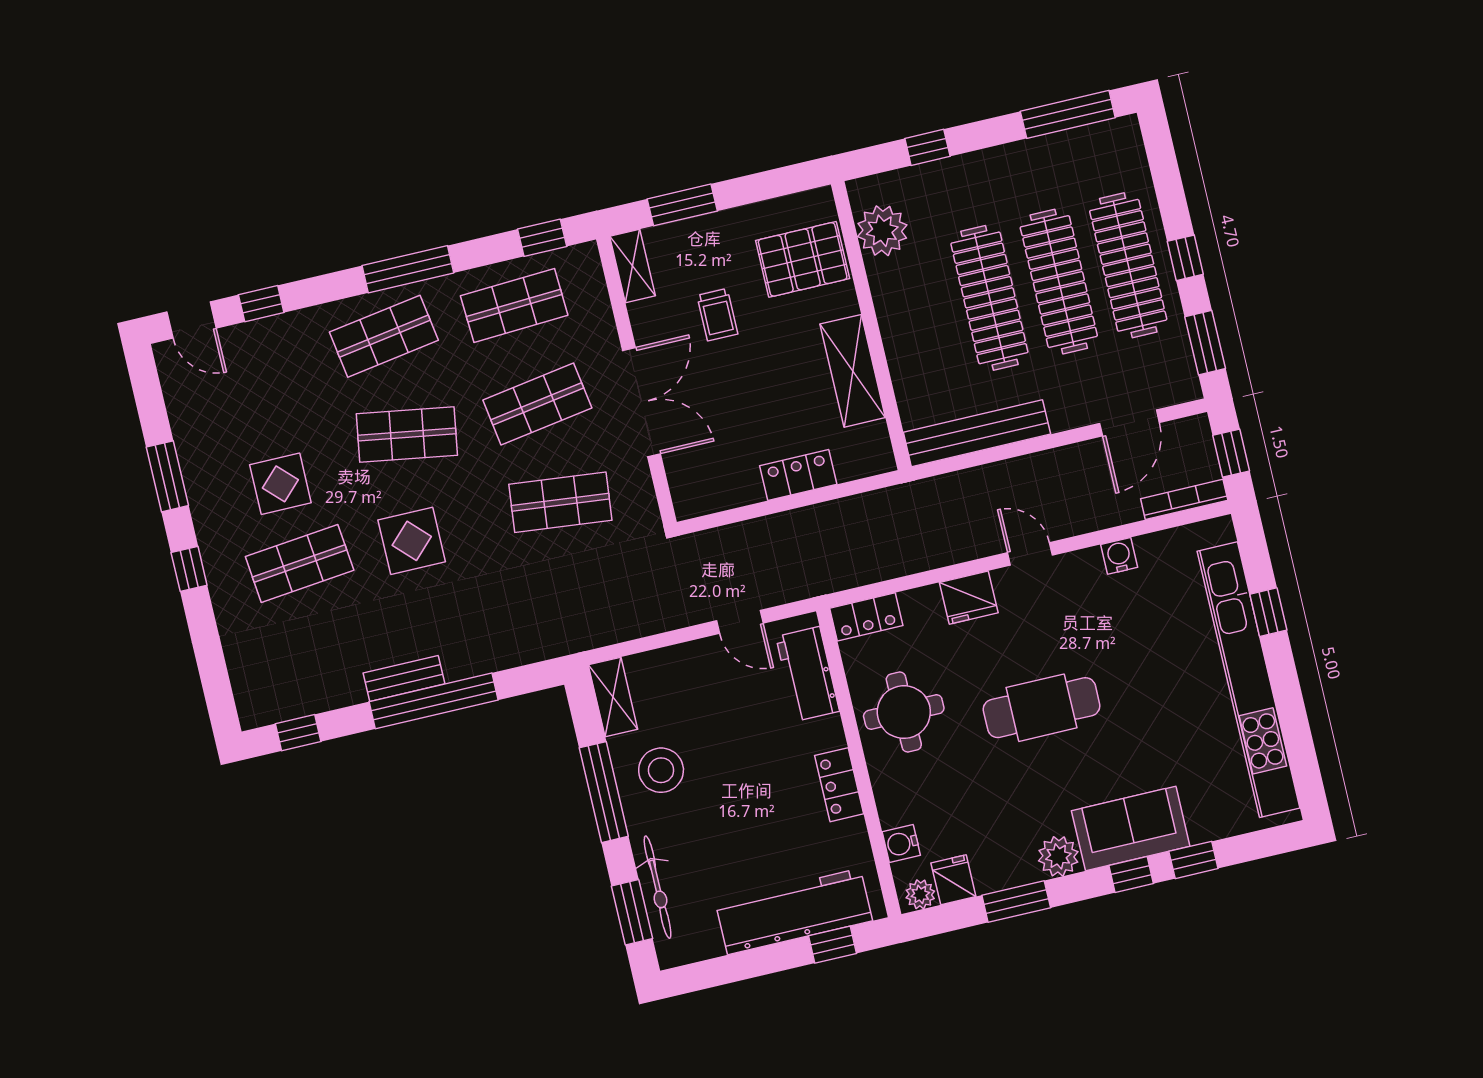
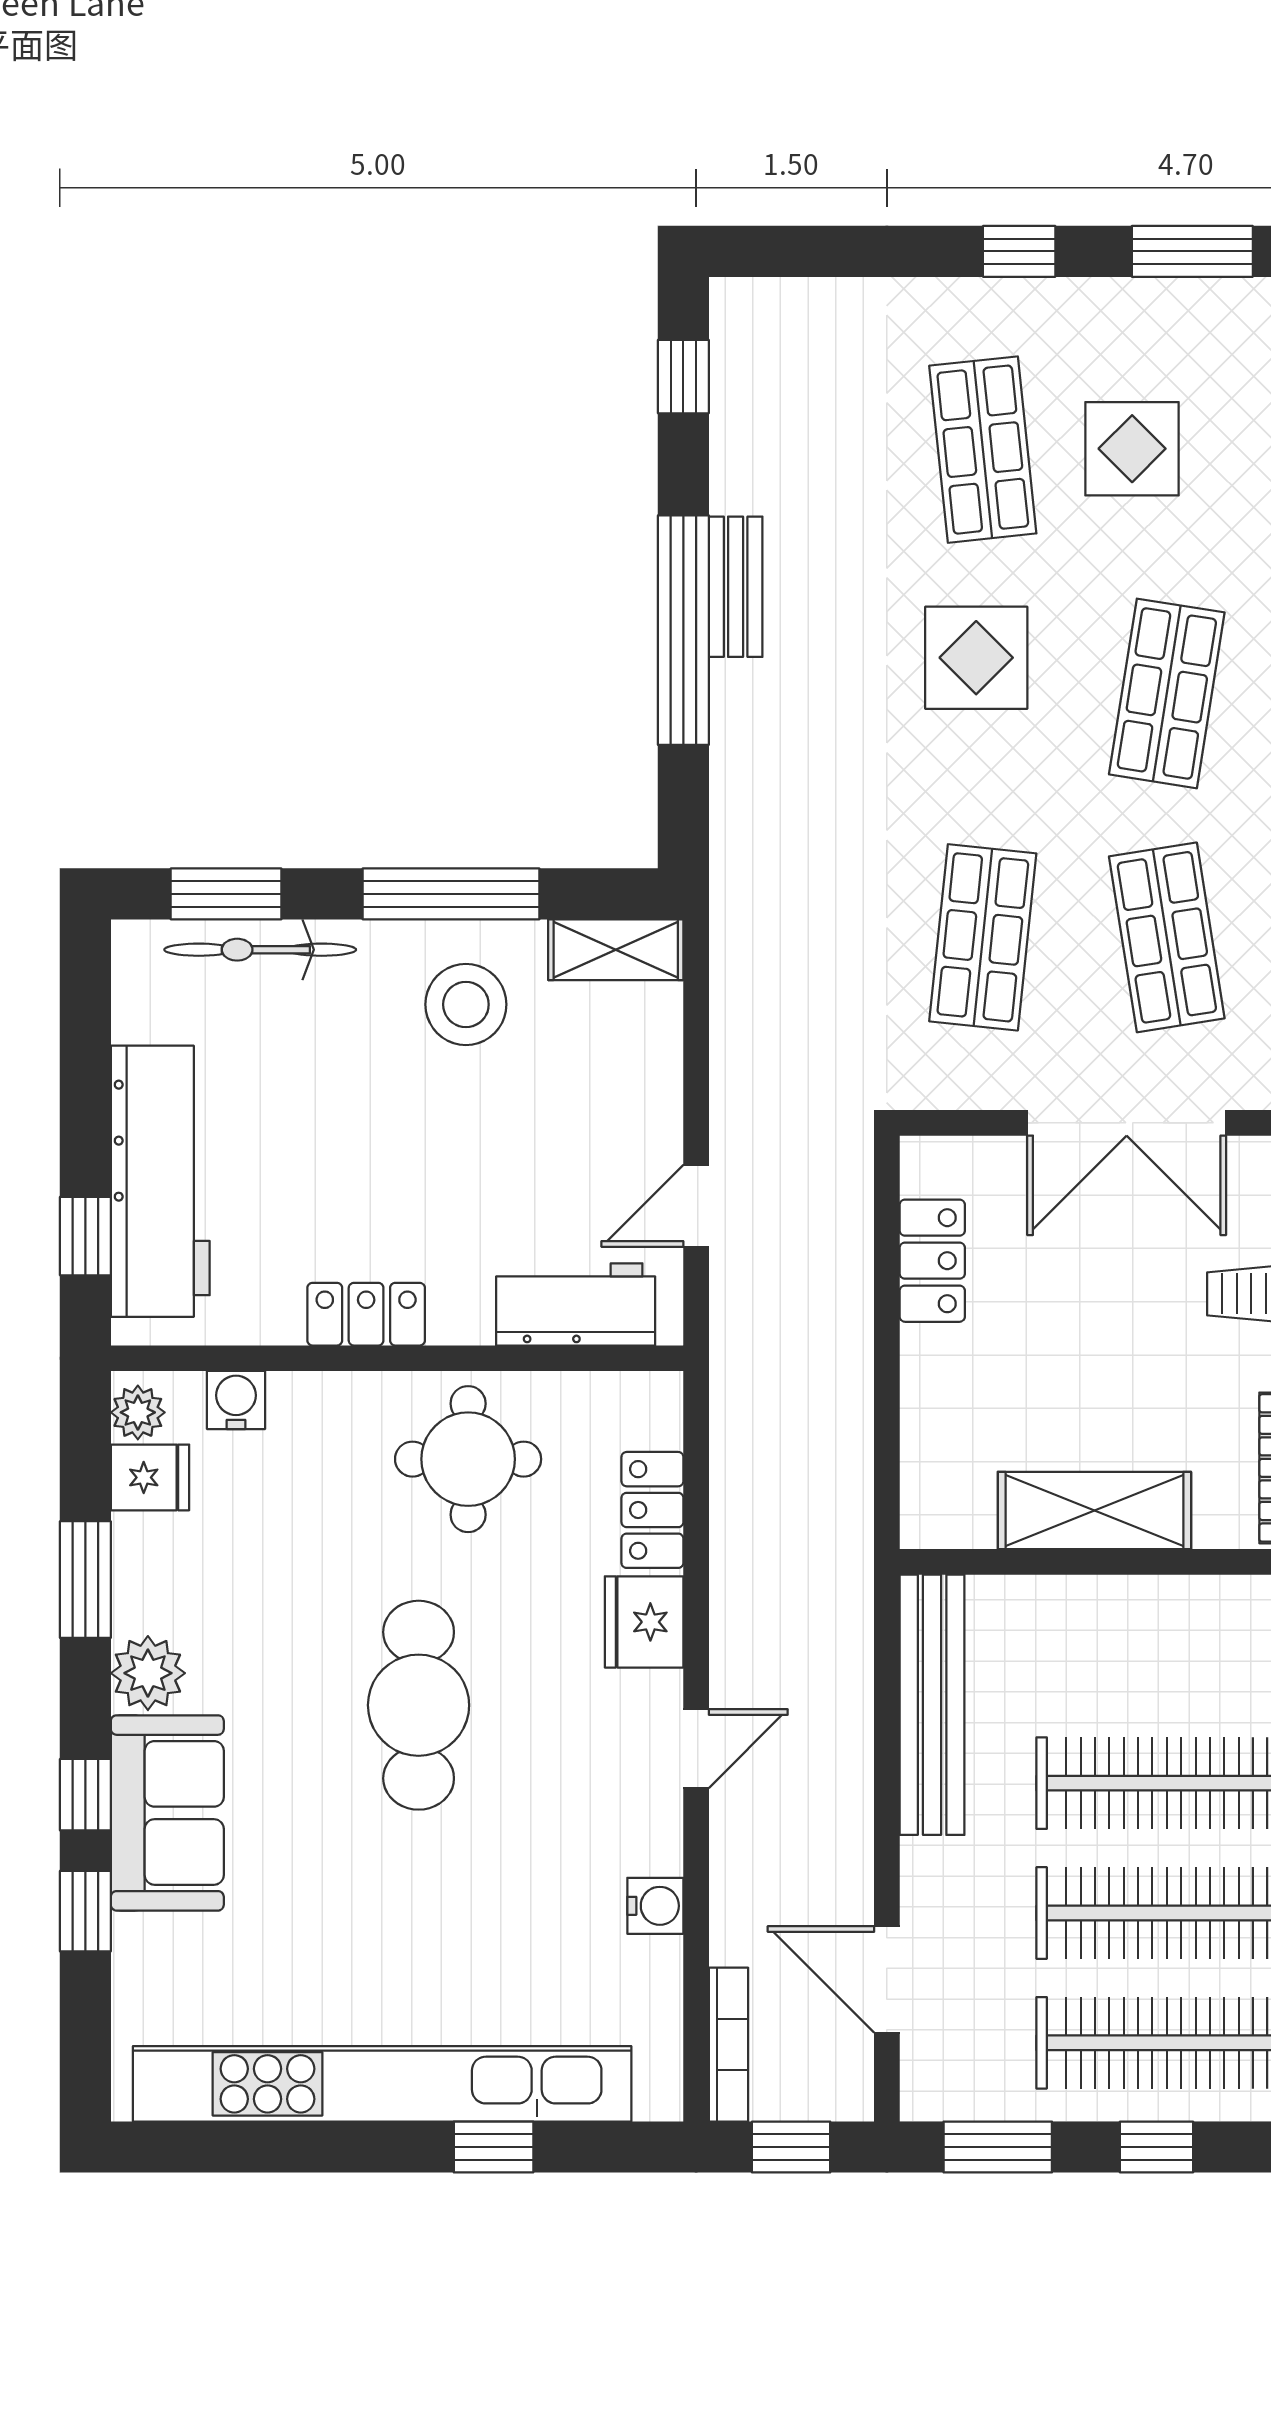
locker: (798, 475) -> (932, 1261), moved
locker: (866, 617) -> (652, 1510), moved

